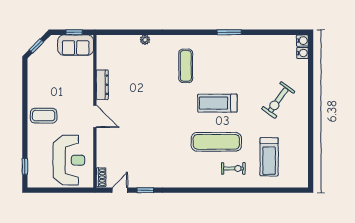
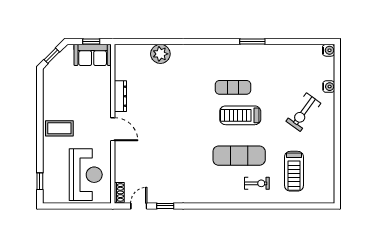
plant: (145, 40) -> (160, 54), width x1.88, depth x1.88
water cooler: (302, 53) -> (329, 87), moved
exercise mat: (186, 66) -> (233, 87), moved, turned 90

